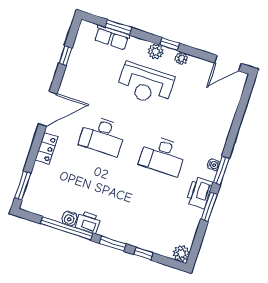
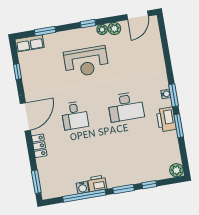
row of seats: (112, 37) -> (30, 43), moved
plant: (156, 51) -> (114, 29), moved
desk: (102, 136) -> (75, 115), width x0.73

